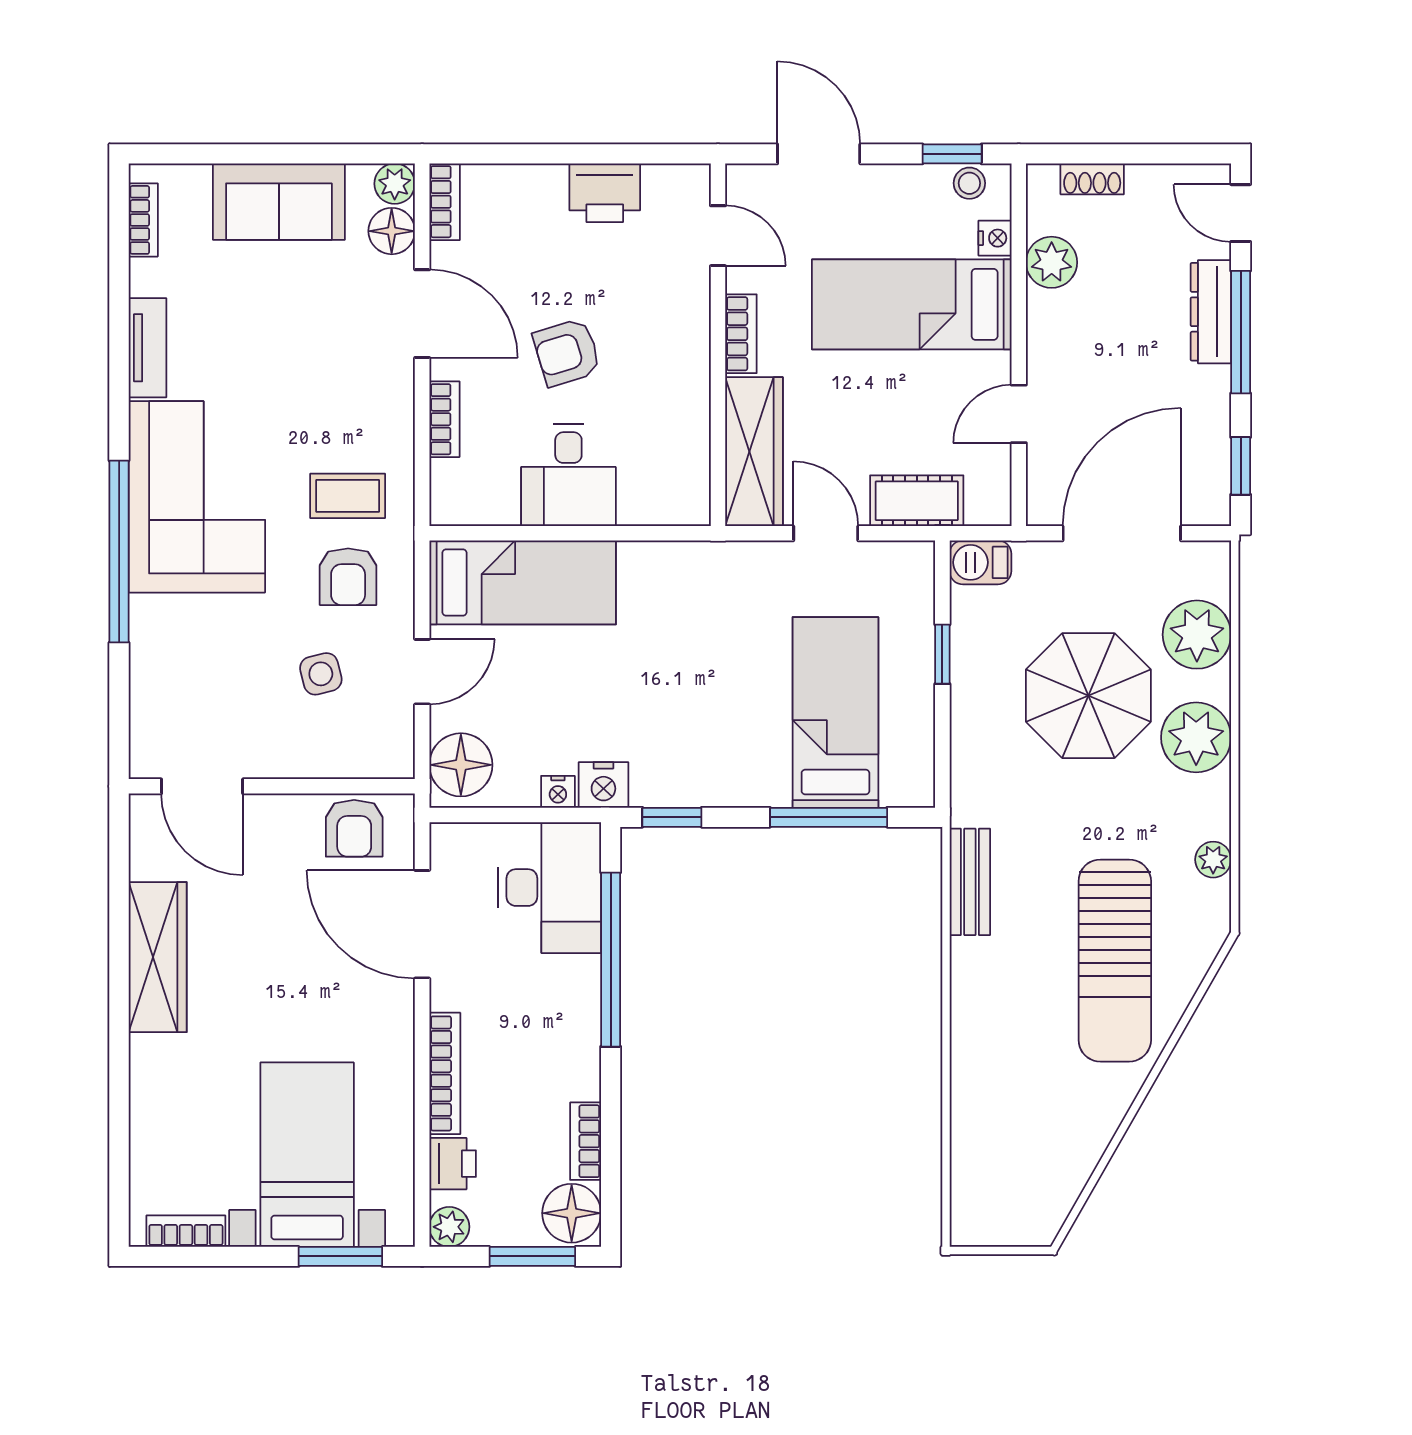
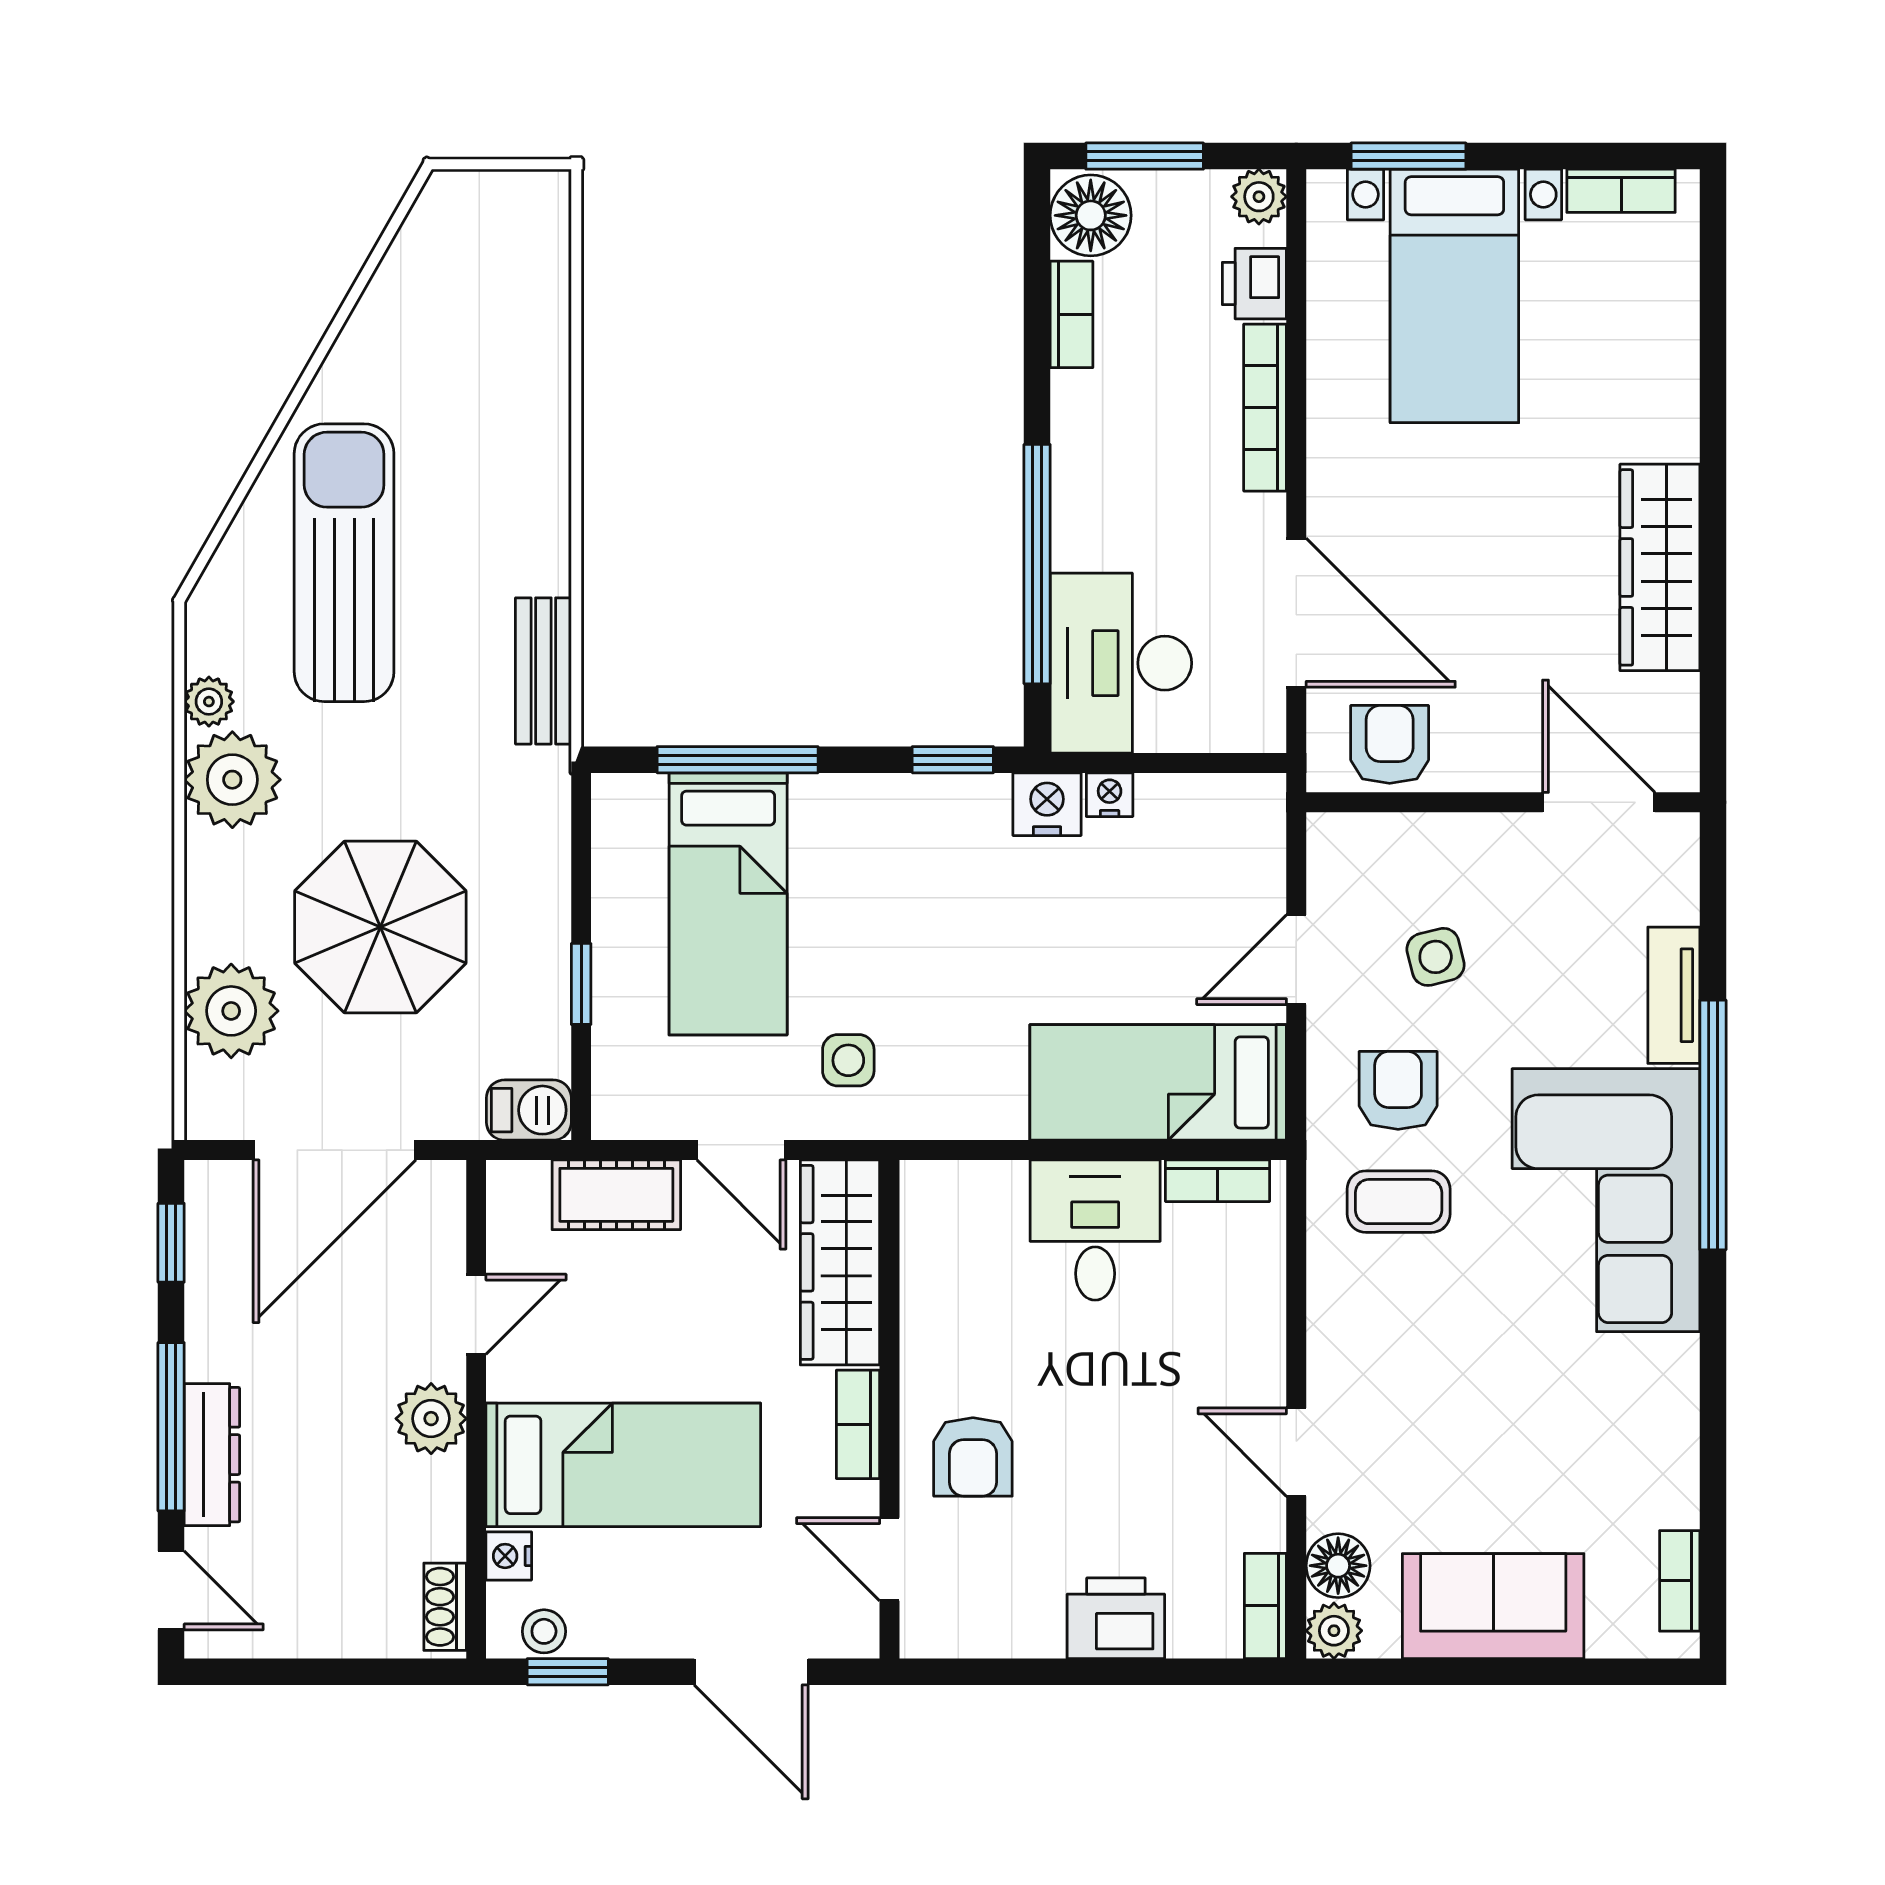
shoe rack: (1092, 179) -> (445, 1607), moved, turned -90
printer: (605, 193) -> (1116, 1618), moved
plant: (1052, 262) -> (431, 1419), moved
door: (422, 314) -> (1296, 1452), width x0.73
tv unit: (148, 348) -> (1674, 995), moved
armchair: (567, 352) -> (973, 1457), moved, turned 107
bookcase: (444, 419) -> (1217, 1181), moved, turned -90
side table: (748, 599) -> (848, 1060), added
plant: (1196, 737) -> (232, 780), moved
floor lamp: (461, 765) -> (1243, 832), removed

